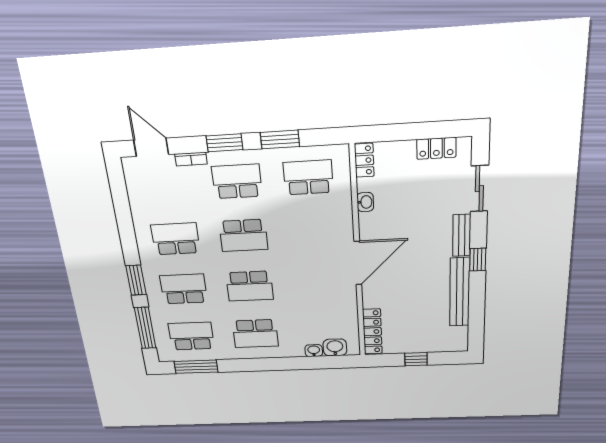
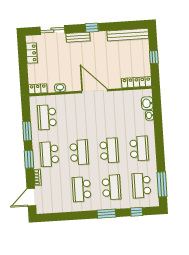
school desk: (184, 289) -> (111, 187), turned 180
bench: (460, 292) -> (128, 35), moved
window: (145, 328) -> (137, 212), width x0.46

